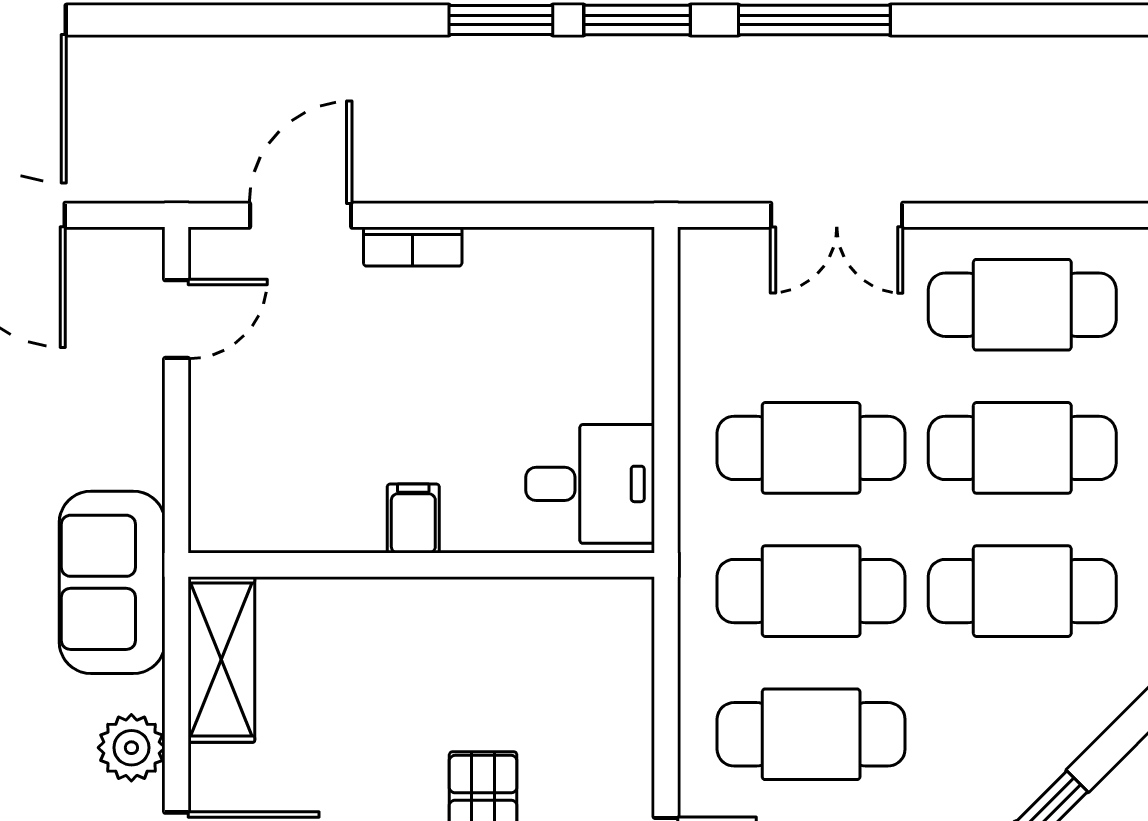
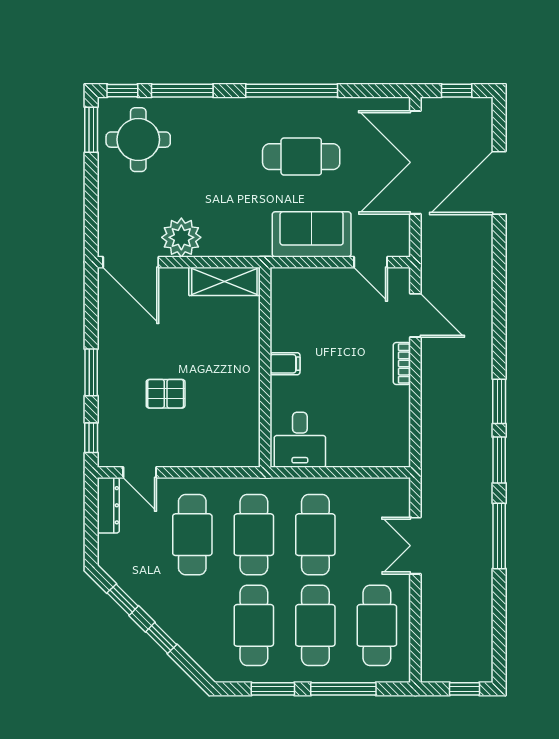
sofa: (112, 582) -> (312, 234), moved
plant: (131, 748) -> (181, 237), width x1.36, depth x1.36

